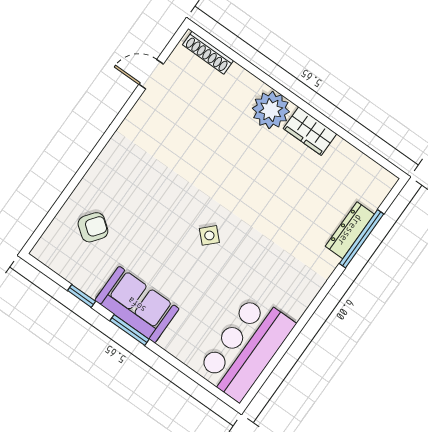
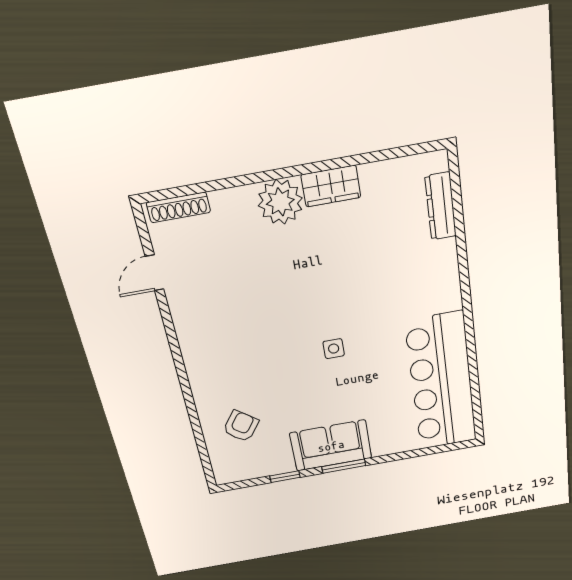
dresser: (350, 230) -> (441, 206), moved
side table: (209, 235) -> (334, 349), turned 45
window: (361, 239) -> (460, 232), removed
bar counter: (246, 348) -> (441, 382), width x1.36

